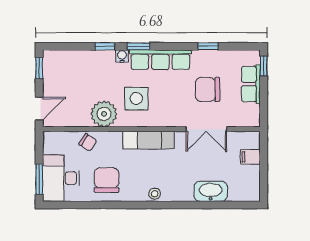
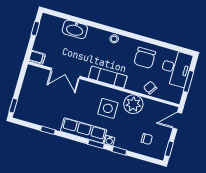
row of seats: (251, 84) -> (26, 96), removed
chair: (208, 89) -> (147, 139), moved, width x0.54, depth x0.54
double door: (206, 129) -> (66, 73), swing flipped
filing cabinet: (250, 157) -> (37, 57), moved
window: (264, 177) -> (35, 29), added
window: (39, 179) -> (189, 81), moved

